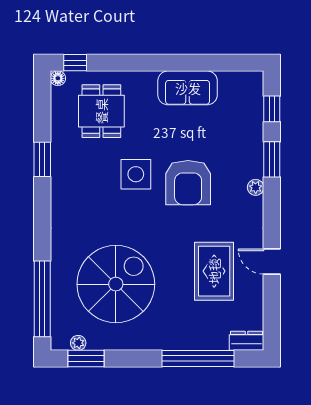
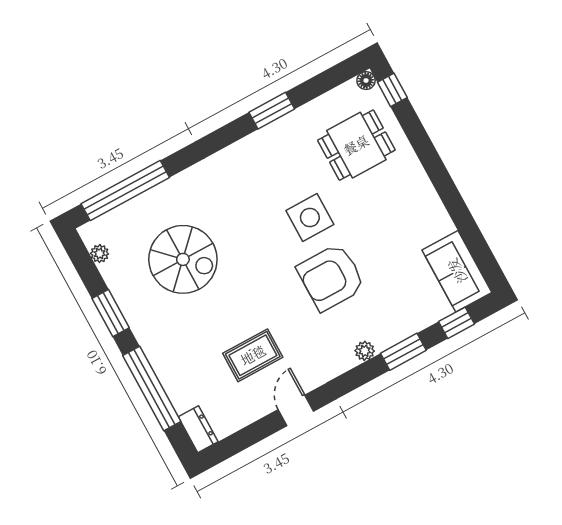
sofa: (188, 88) -> (457, 271), moved
rug: (214, 271) -> (253, 355), width x0.73, depth x0.70
spiral stairs: (116, 284) -> (183, 259), width x0.73, depth x0.73
window: (86, 359) -> (111, 313), moved

